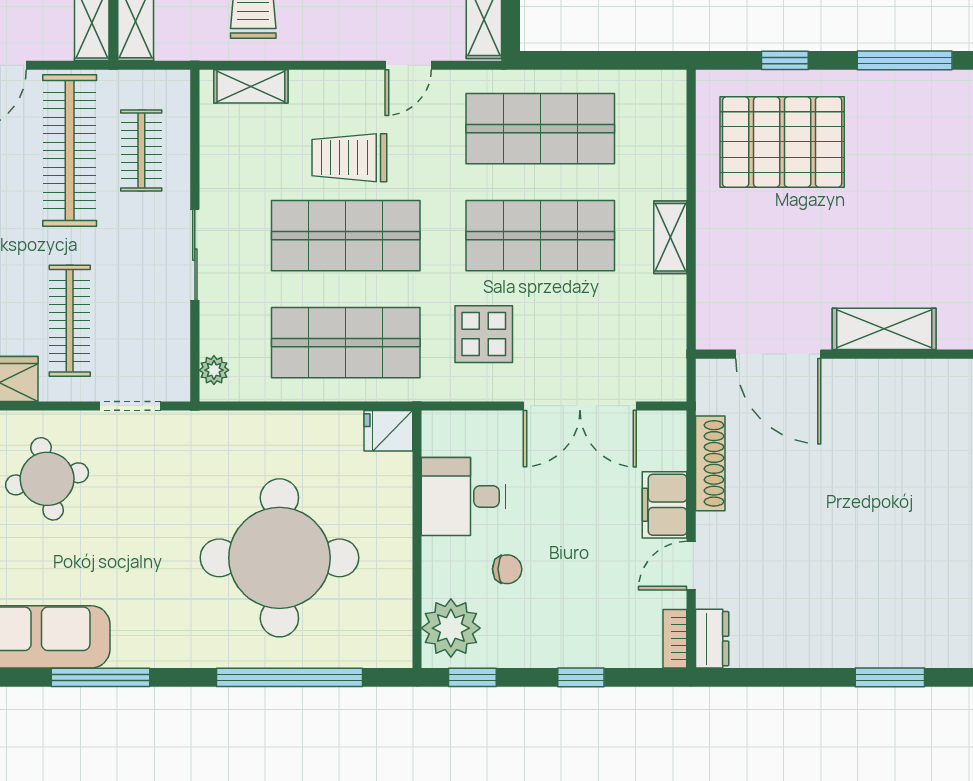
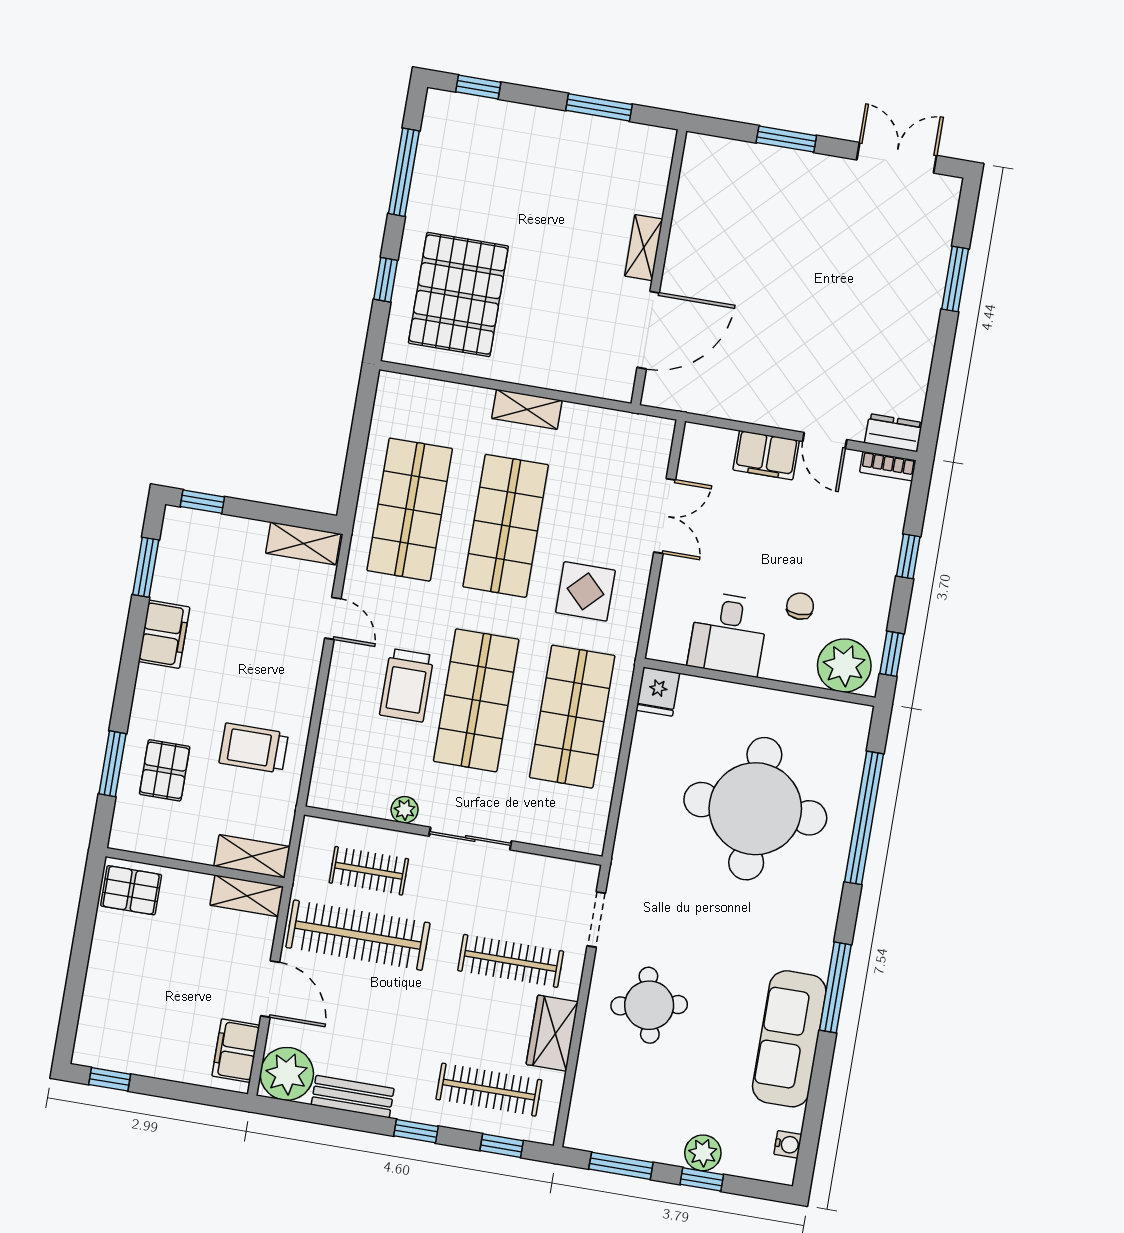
shelving: (251, 86) -> (328, 763), removed
shelving: (884, 329) -> (644, 248), width x0.67, depth x0.75
plant: (214, 370) -> (405, 810), moved
double door: (580, 406) -> (665, 516), width x0.73
shoe rack: (710, 463) -> (736, 408), removed

